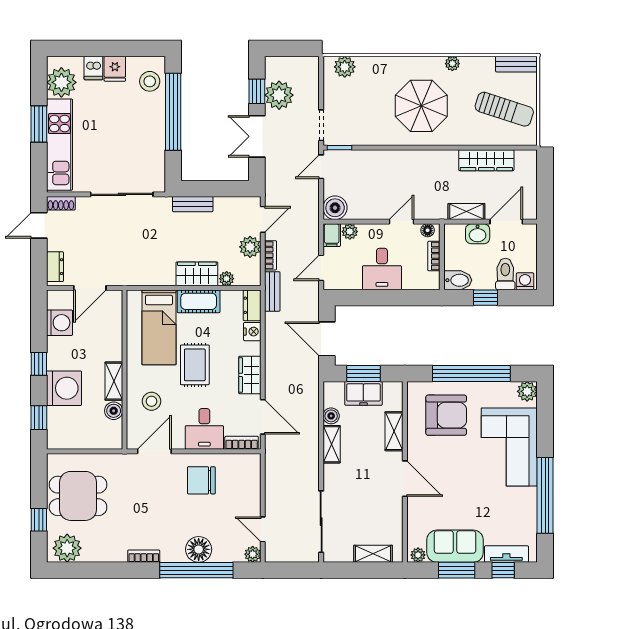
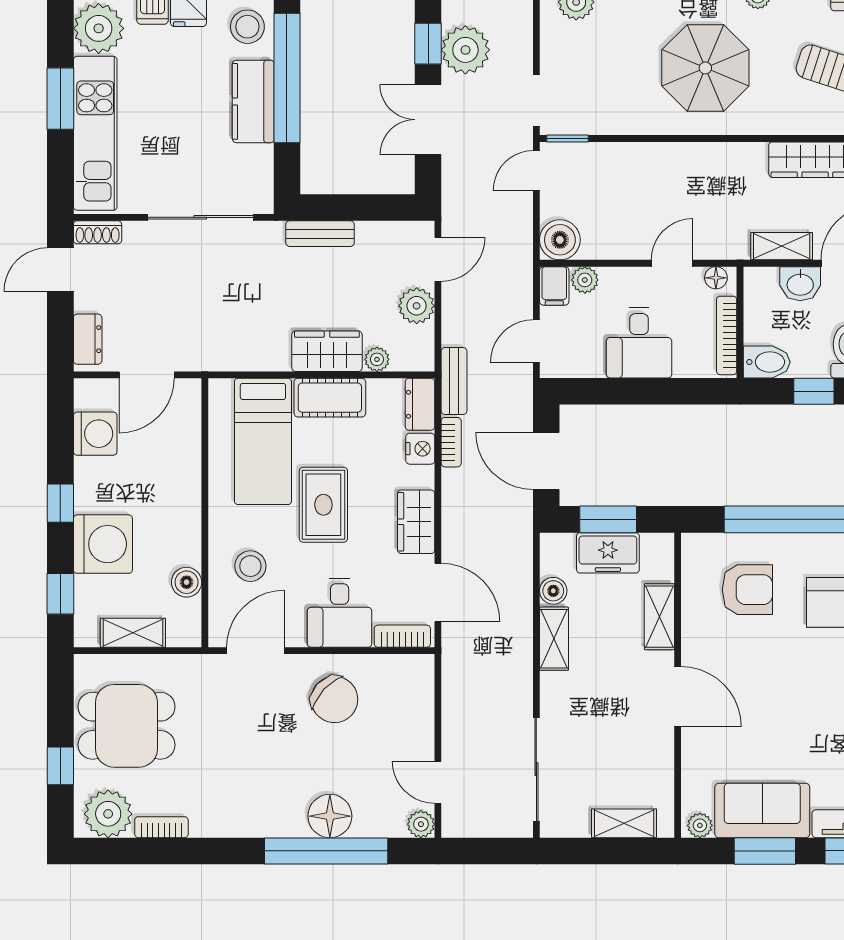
kitchen counter: (153, 126) -> (253, 101), added
bookcase: (271, 255) -> (451, 442), moved
bookcase: (434, 256) -> (727, 335), width x1.56
shelving: (114, 381) -> (133, 633), moved, turned 90
armchair: (446, 415) -> (747, 590), width x0.73, depth x0.73
chair: (201, 480) -> (334, 699), turned -137
bookcase: (144, 556) -> (161, 827), moved

